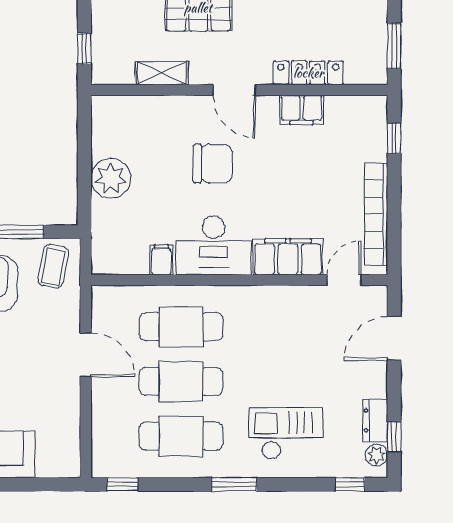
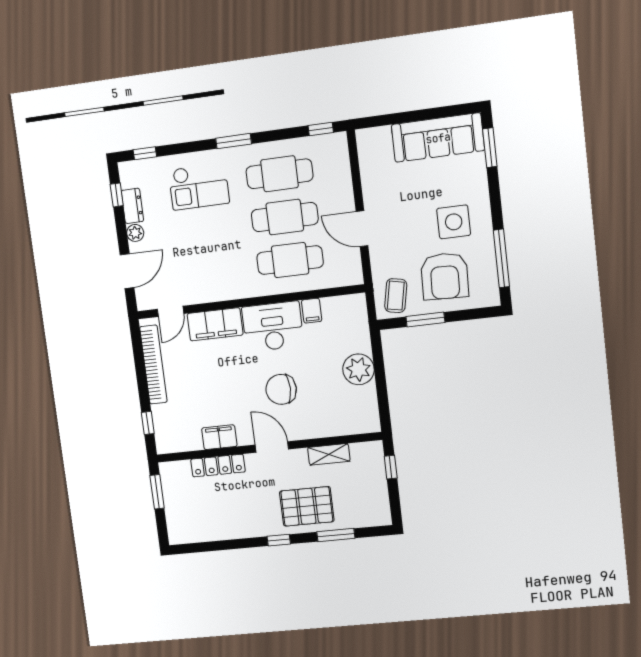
plant: (376, 455) -> (135, 233), moved

